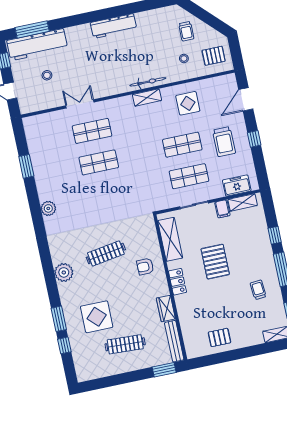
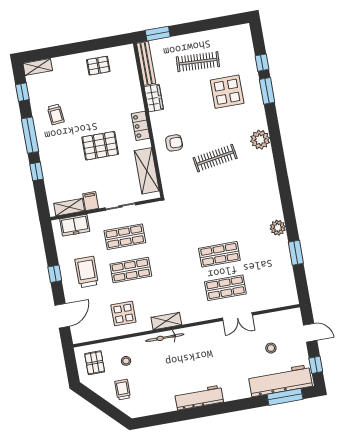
pallet: (214, 56) -> (95, 363), turned 90
plant: (48, 208) -> (278, 228), moved
pallet: (215, 262) -> (100, 146), turned 90

